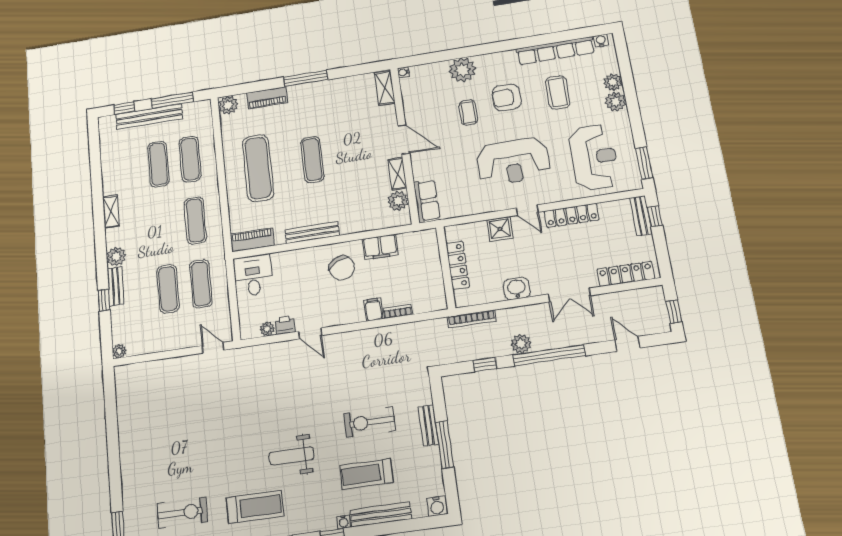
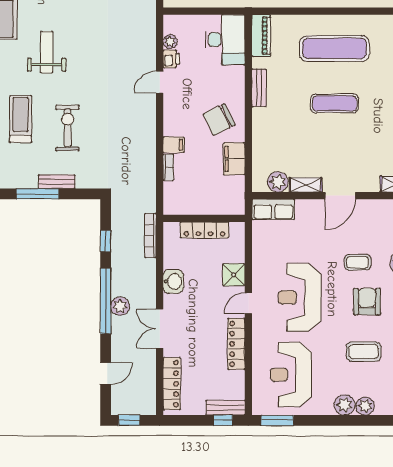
reception desk: (594, 157) -> (291, 375), turned 90
bench: (312, 233) -> (259, 88), width x0.73
desk: (253, 275) -> (225, 40), width x1.37
plant: (521, 344) -> (120, 306), moved

